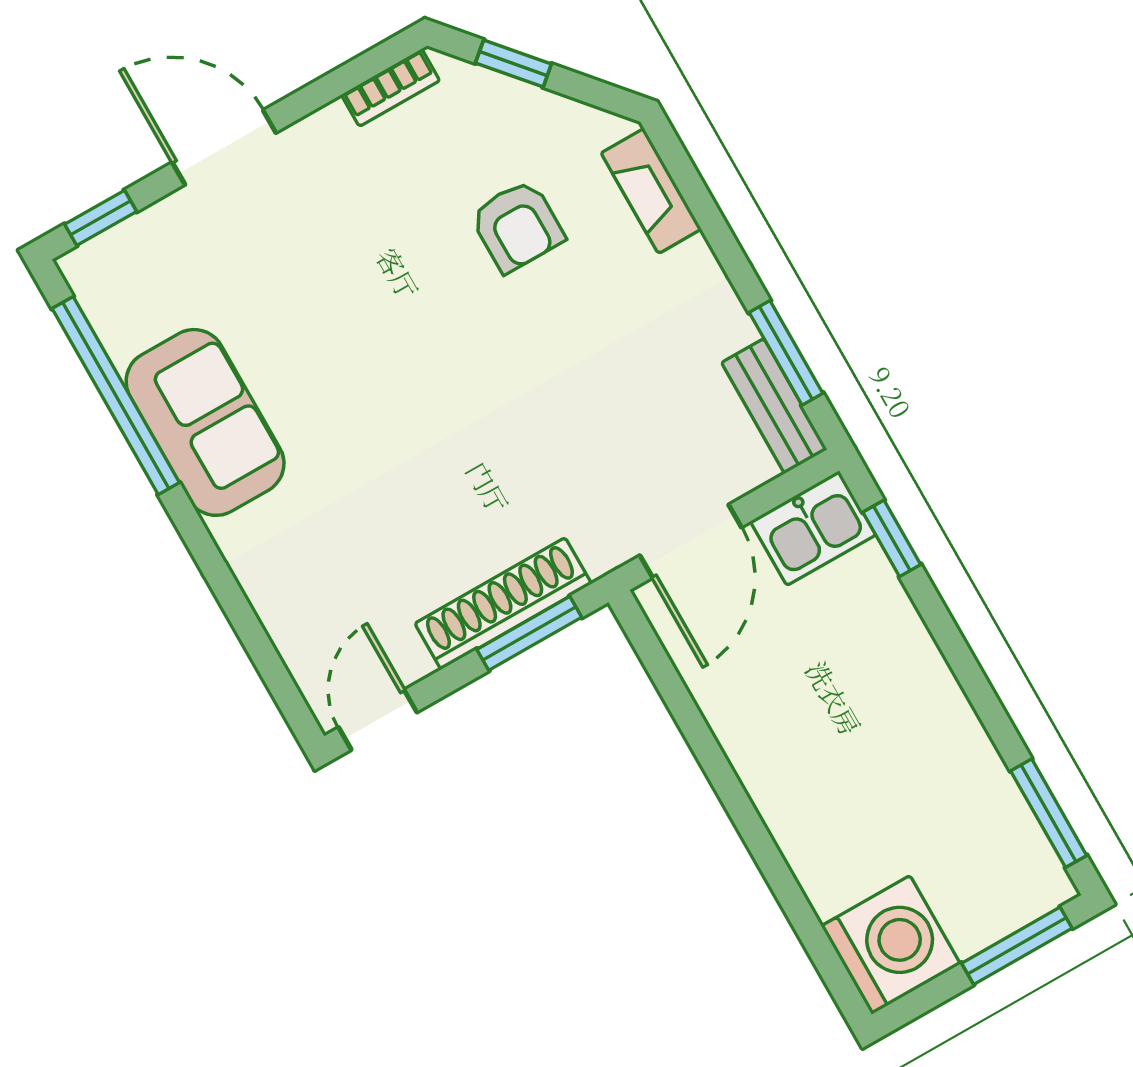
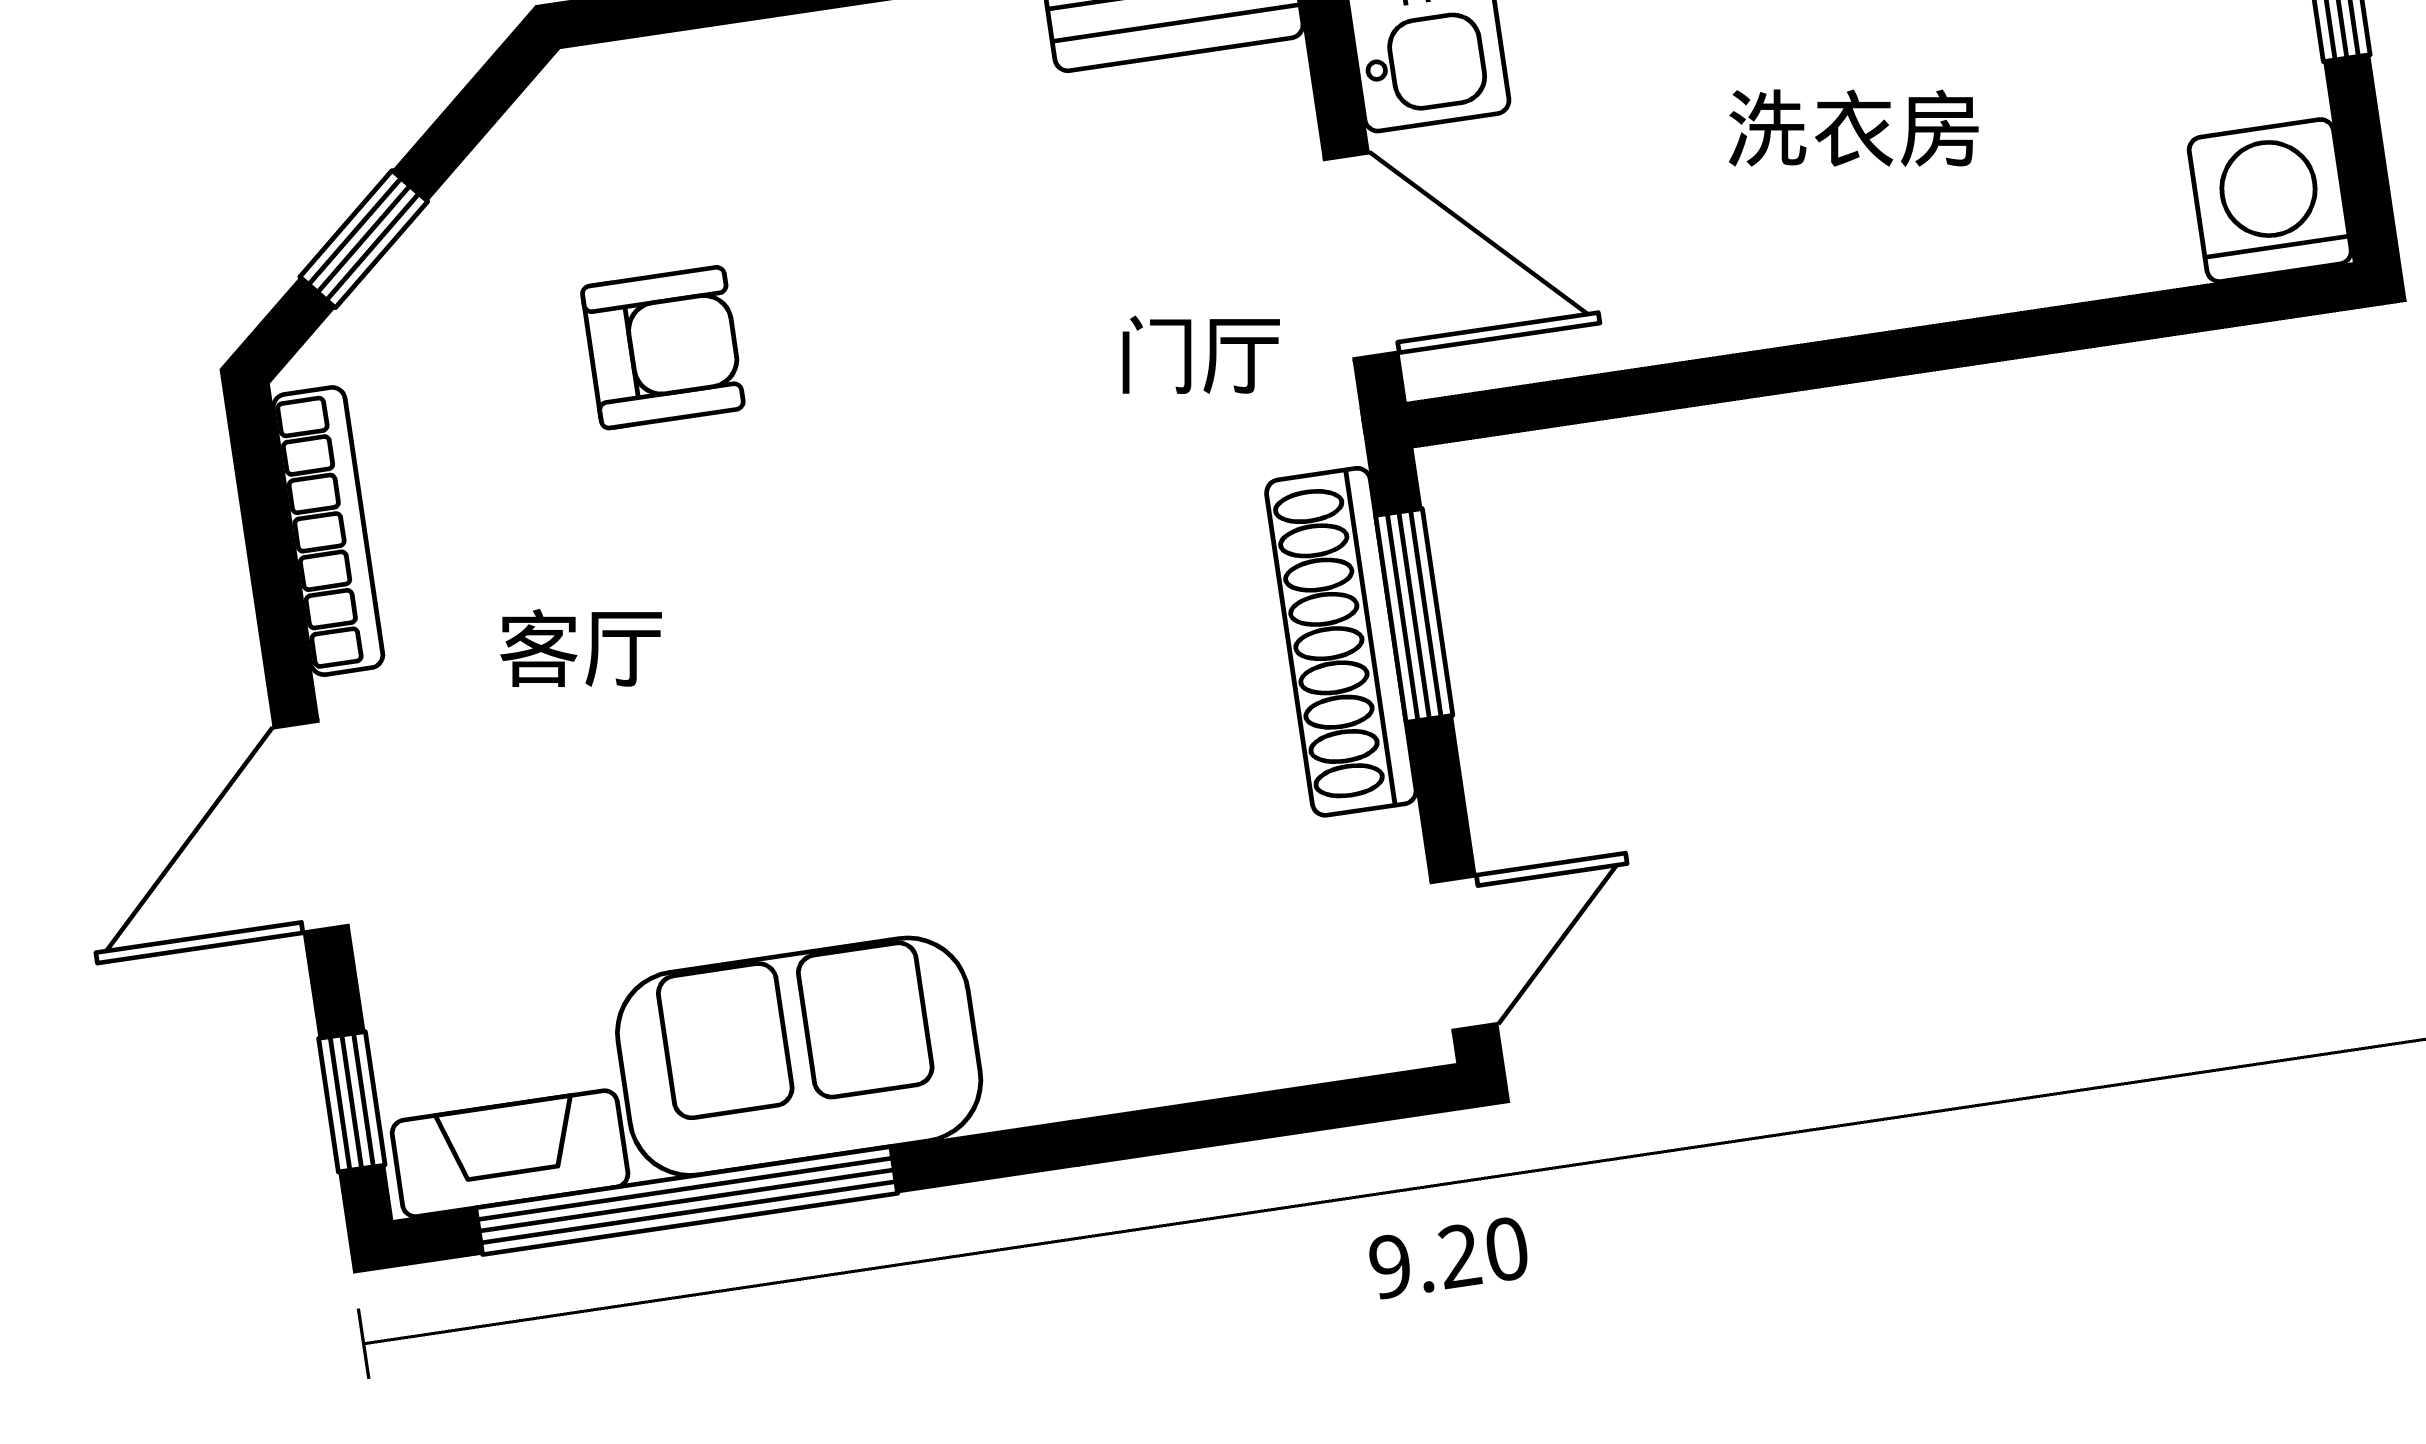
bookcase: (390, 88) -> (328, 531), width x1.56
fireplace: (651, 191) -> (510, 1154), moved, turned 180
door: (378, 720) -> (1464, 953), swing flipped
washing machine: (891, 945) -> (2270, 201), width x0.73, depth x0.73

